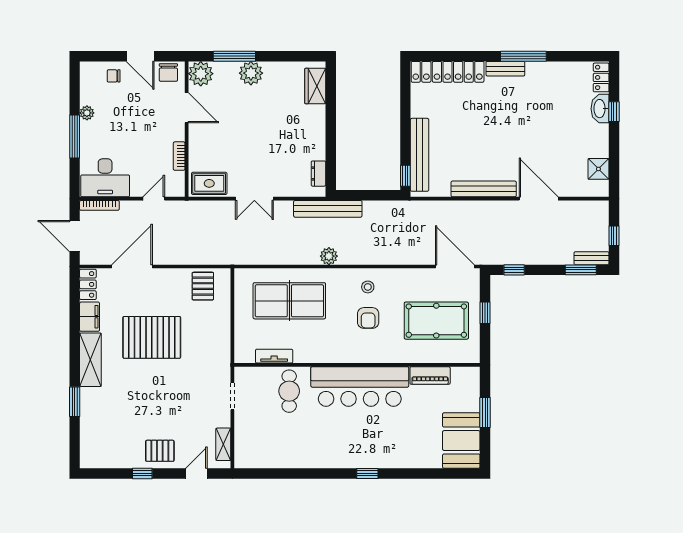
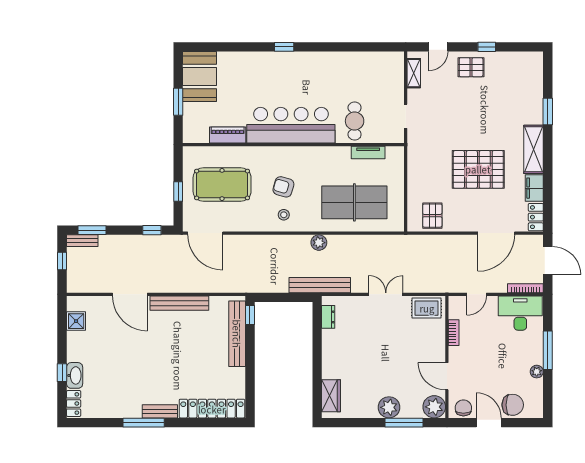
chair: (114, 76) -> (513, 405), width x1.87, depth x1.87
armchair: (368, 318) -> (283, 187), turned -74

